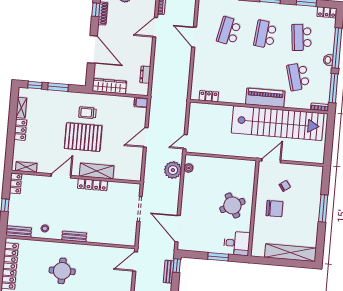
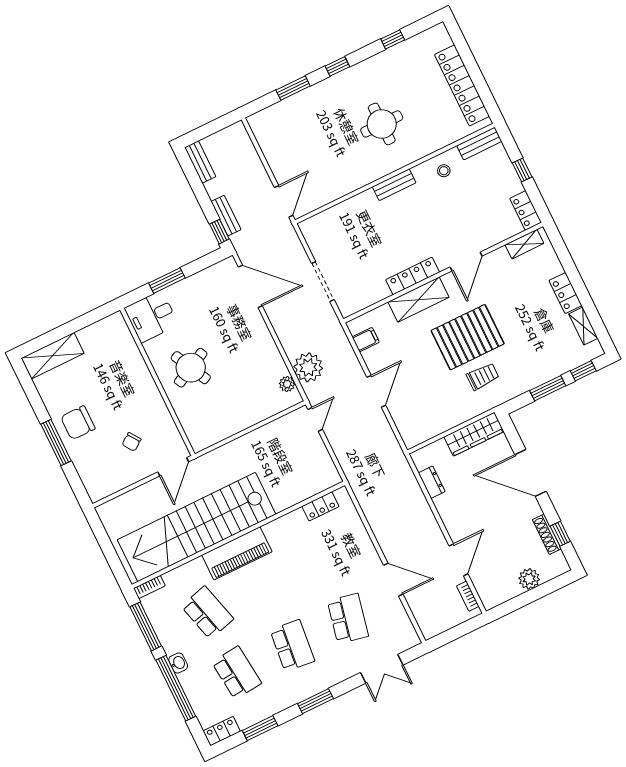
filing cabinet: (141, 103) -> (366, 340), moved
chair: (274, 209) -> (78, 423), moved
shelving: (291, 253) -> (53, 356), width x0.68

